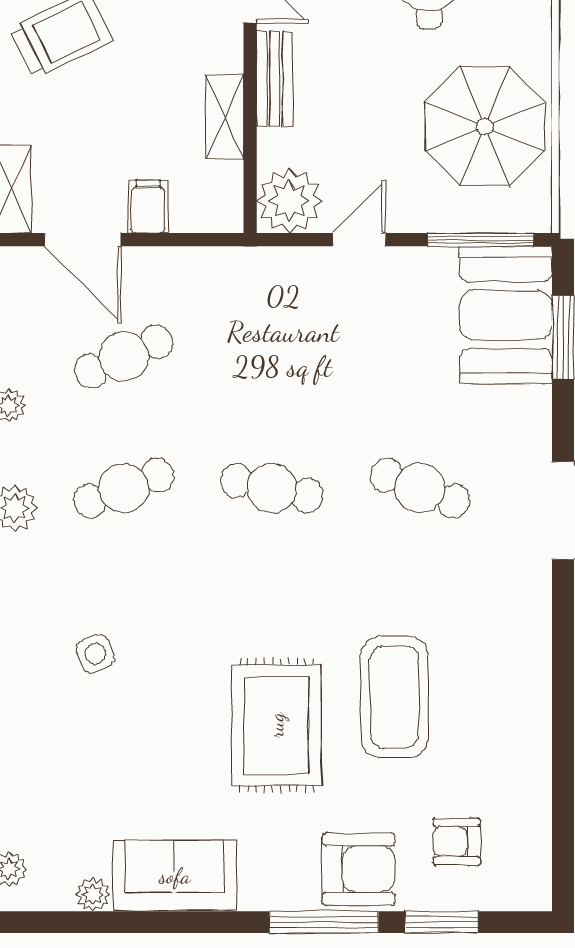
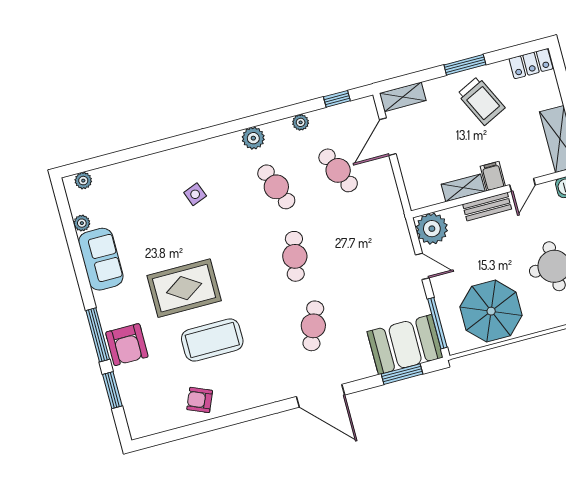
filing cabinet: (148, 207) -> (493, 176), moved, turned -90
armchair: (457, 842) -> (200, 400), moved, turned -67

